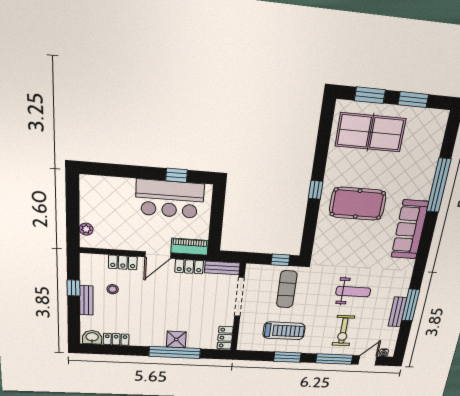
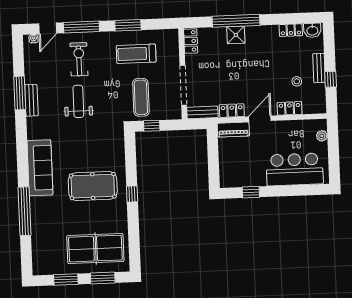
bar counter: (170, 199) -> (295, 169), moved
weight bench: (353, 292) -> (78, 101), turned 90
bench: (397, 312) -> (31, 100), moved

